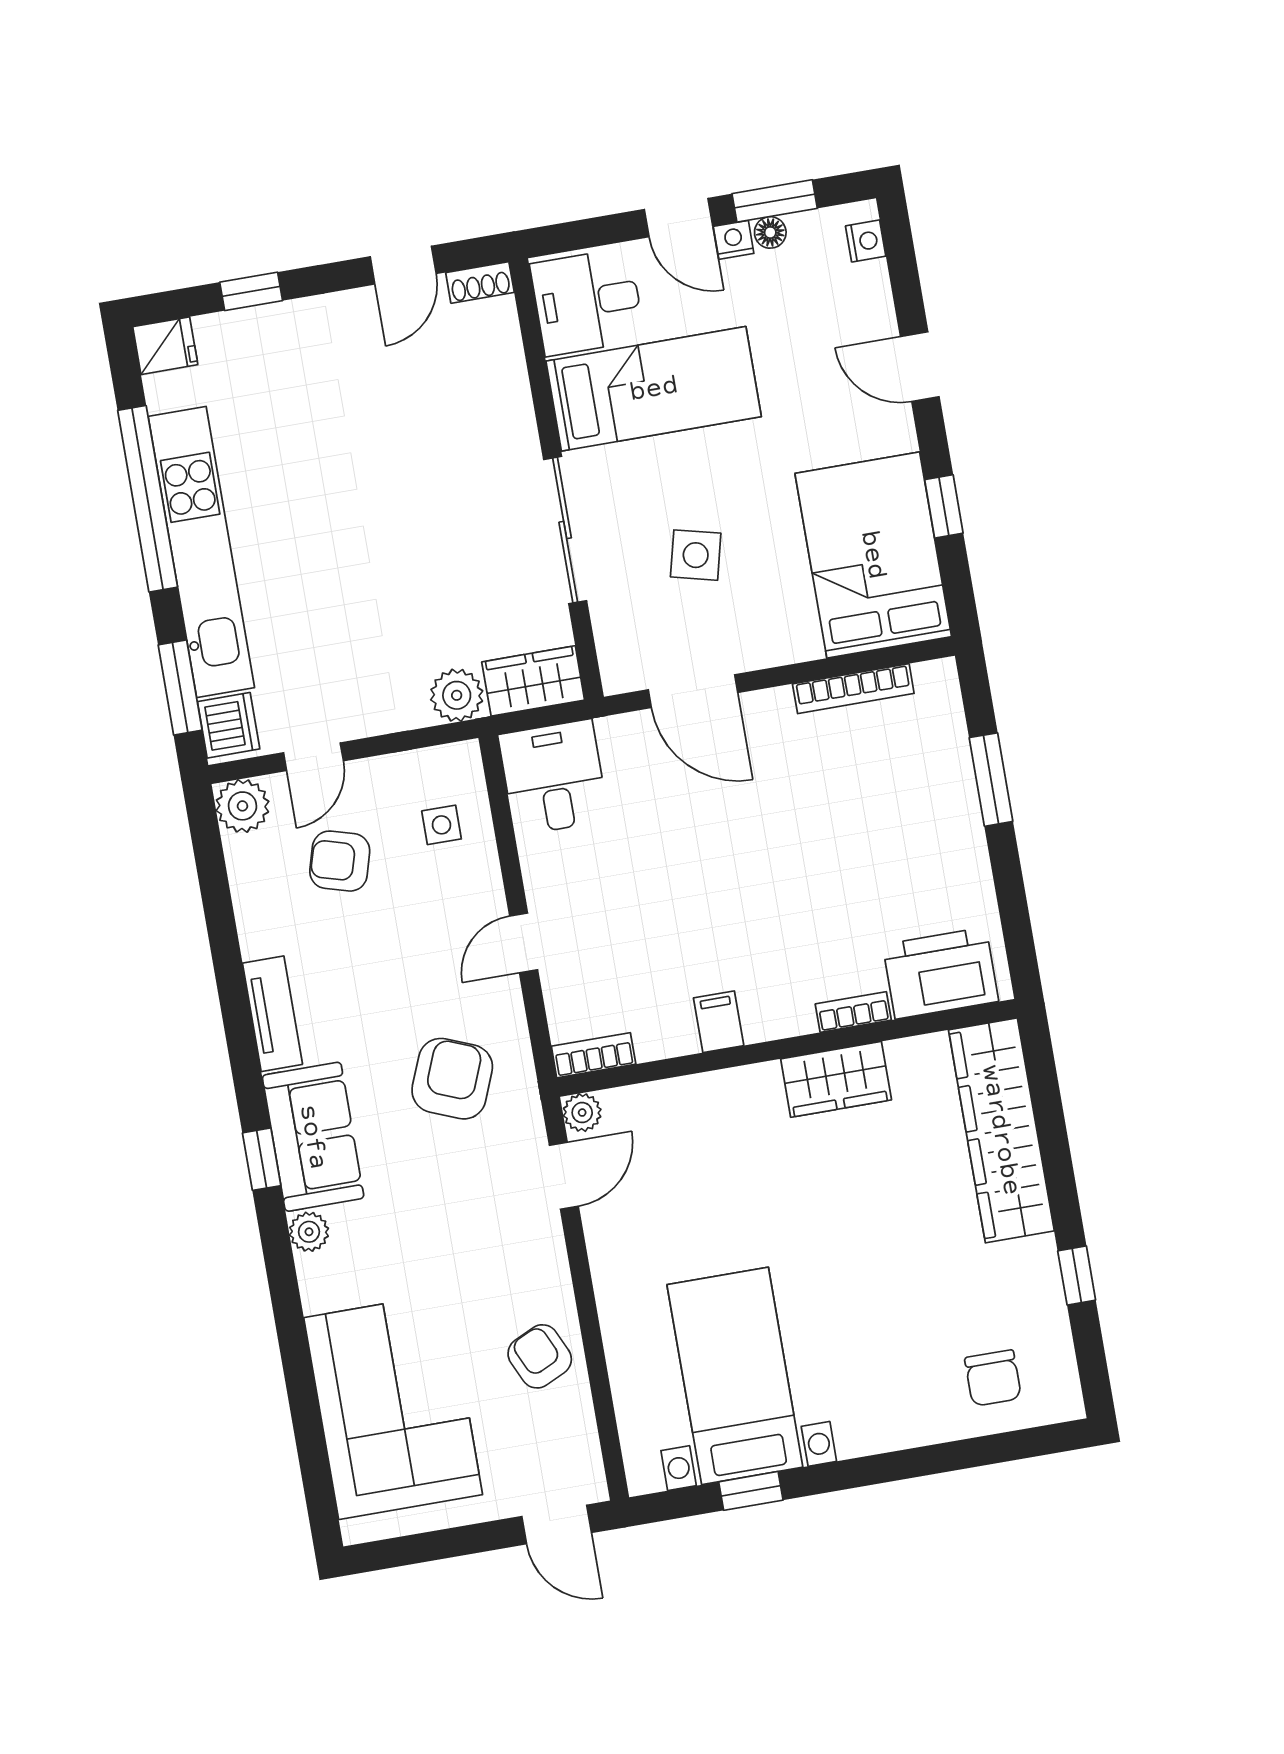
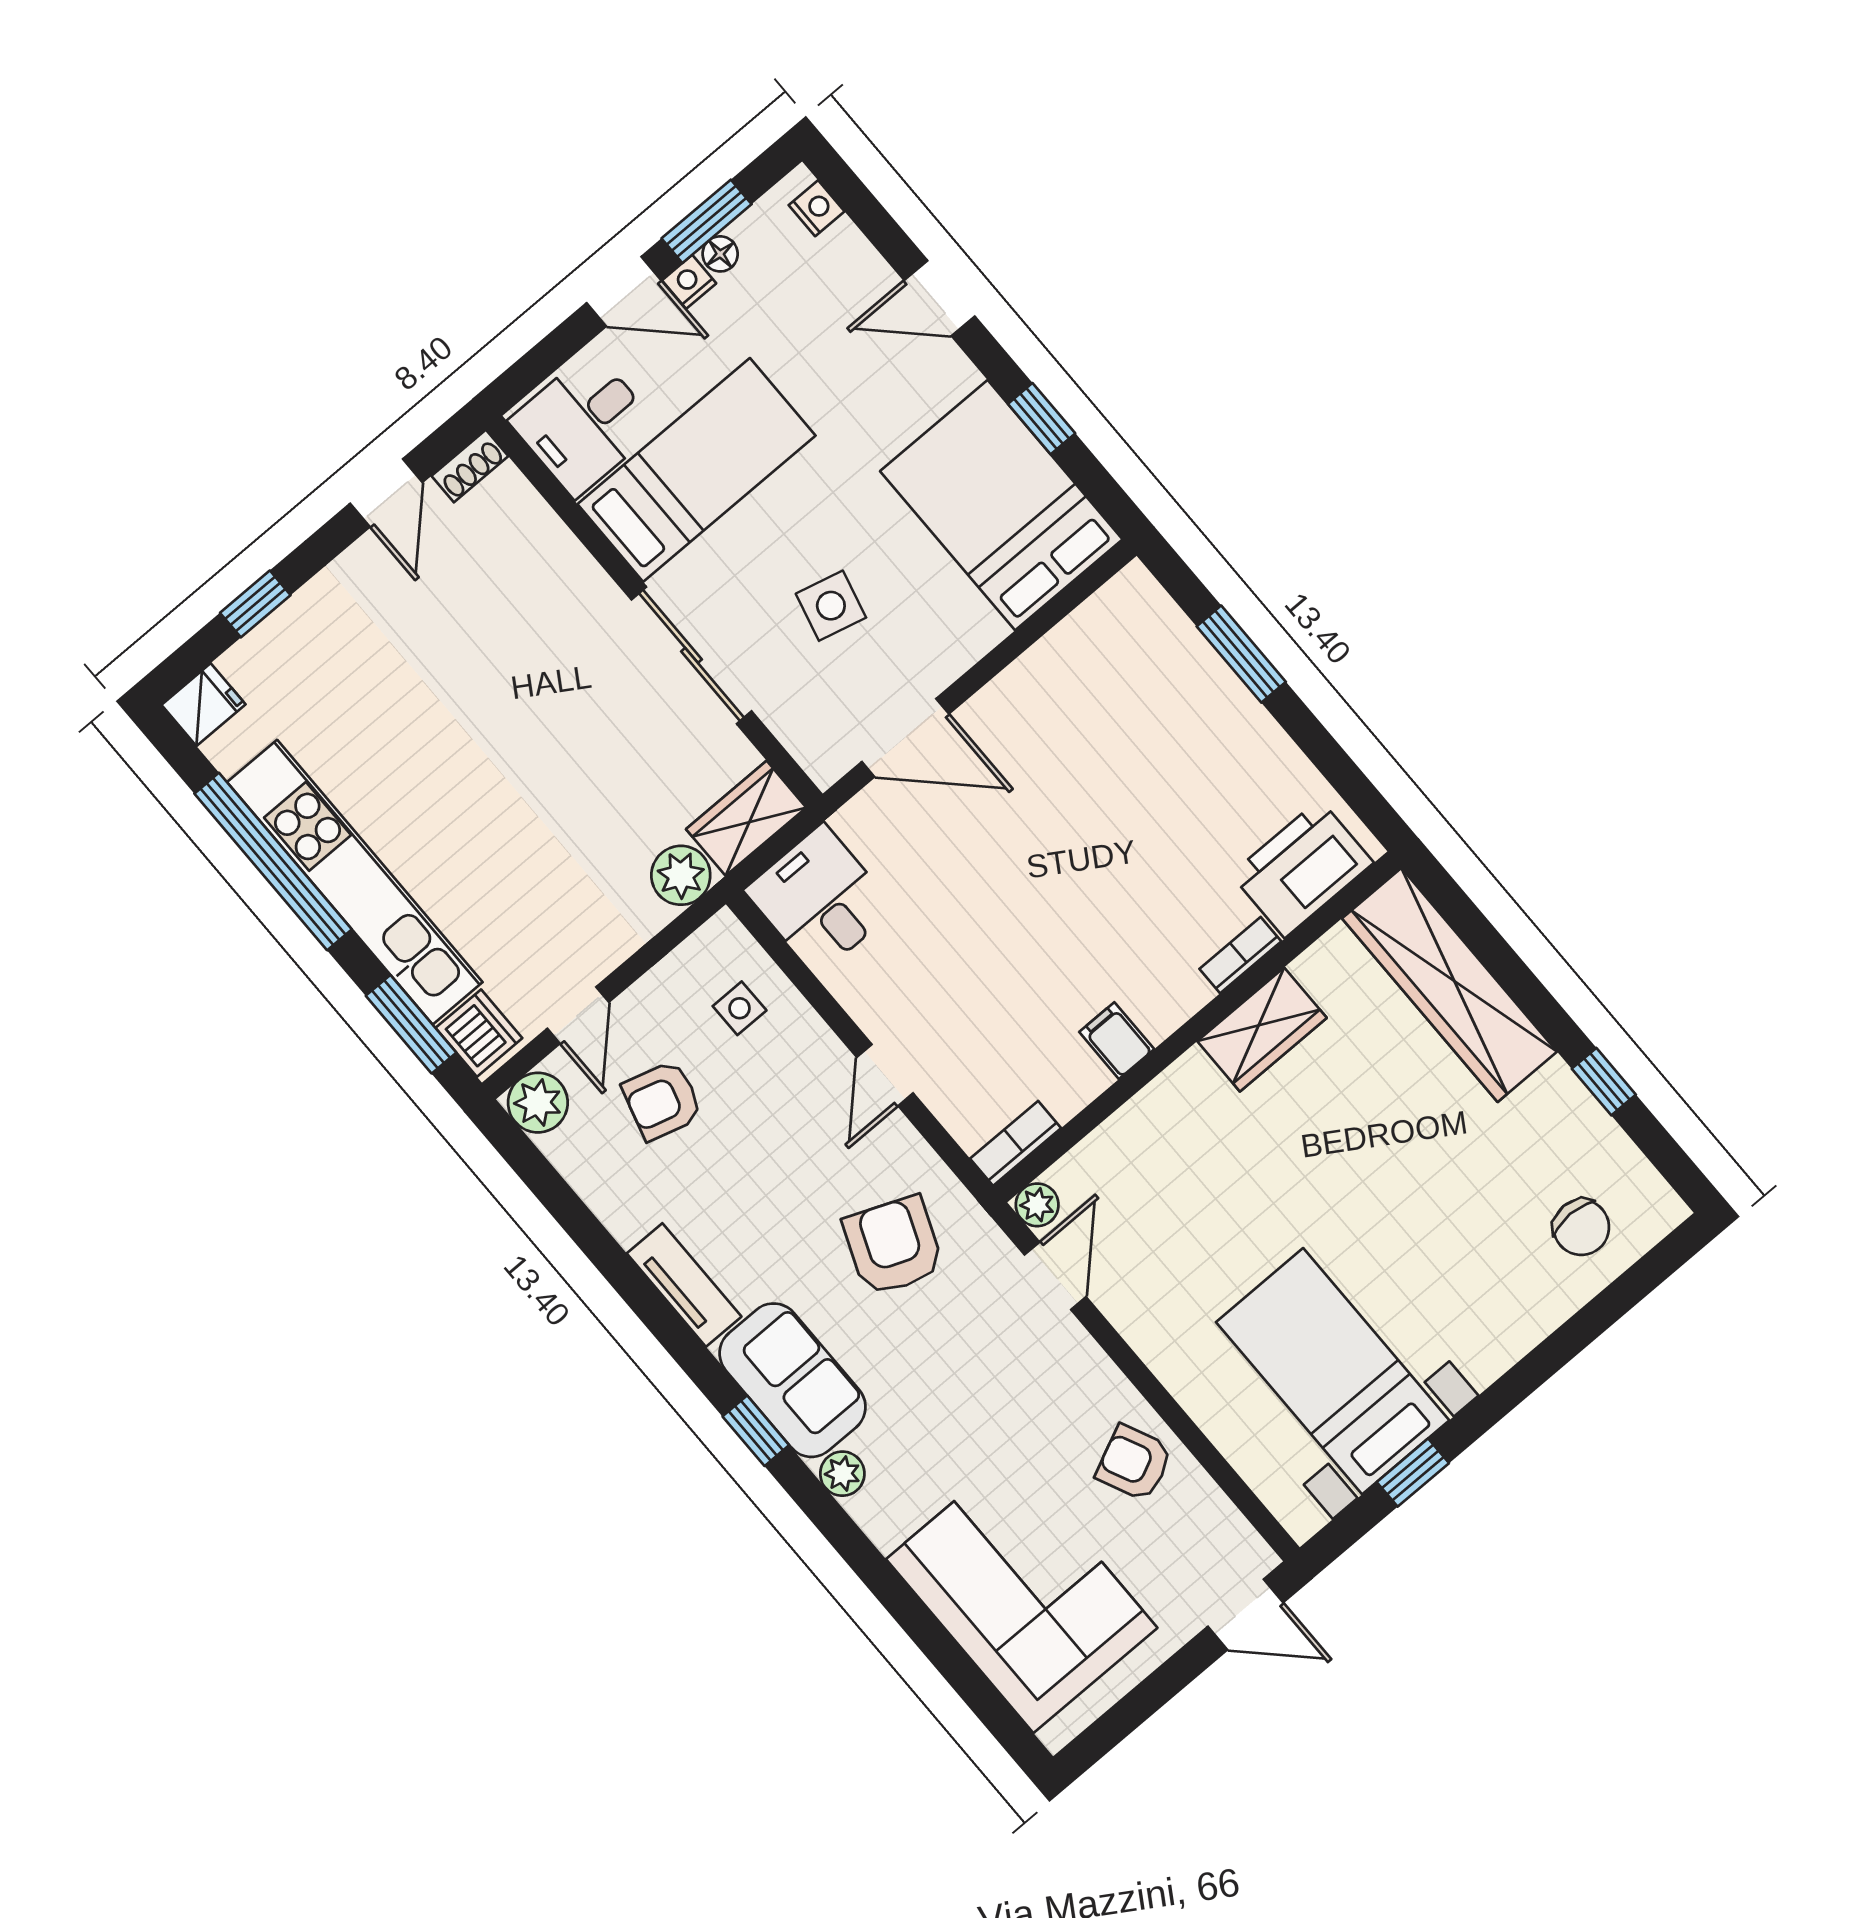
bookcase: (853, 689) -> (1058, 645), removed

